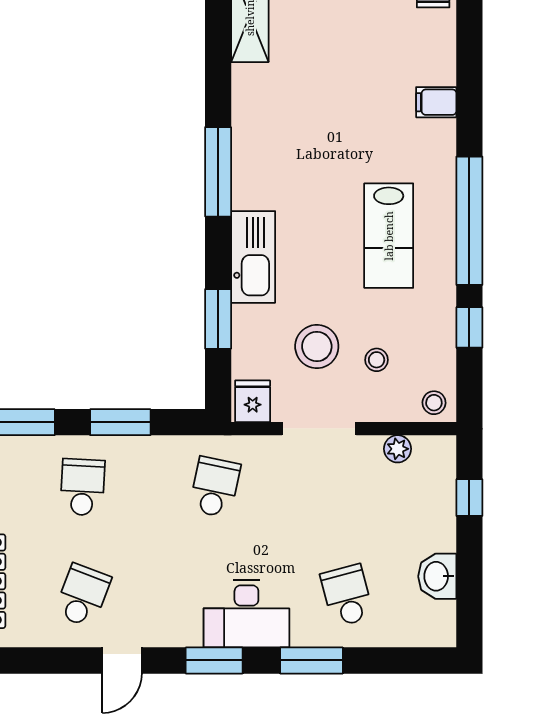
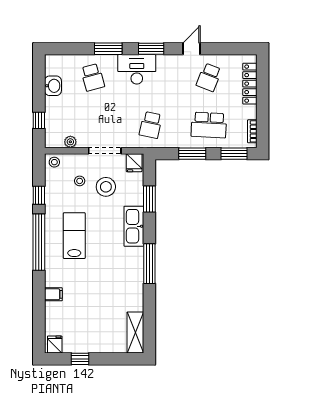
school desk: (83, 487) -> (209, 125), width x1.85

